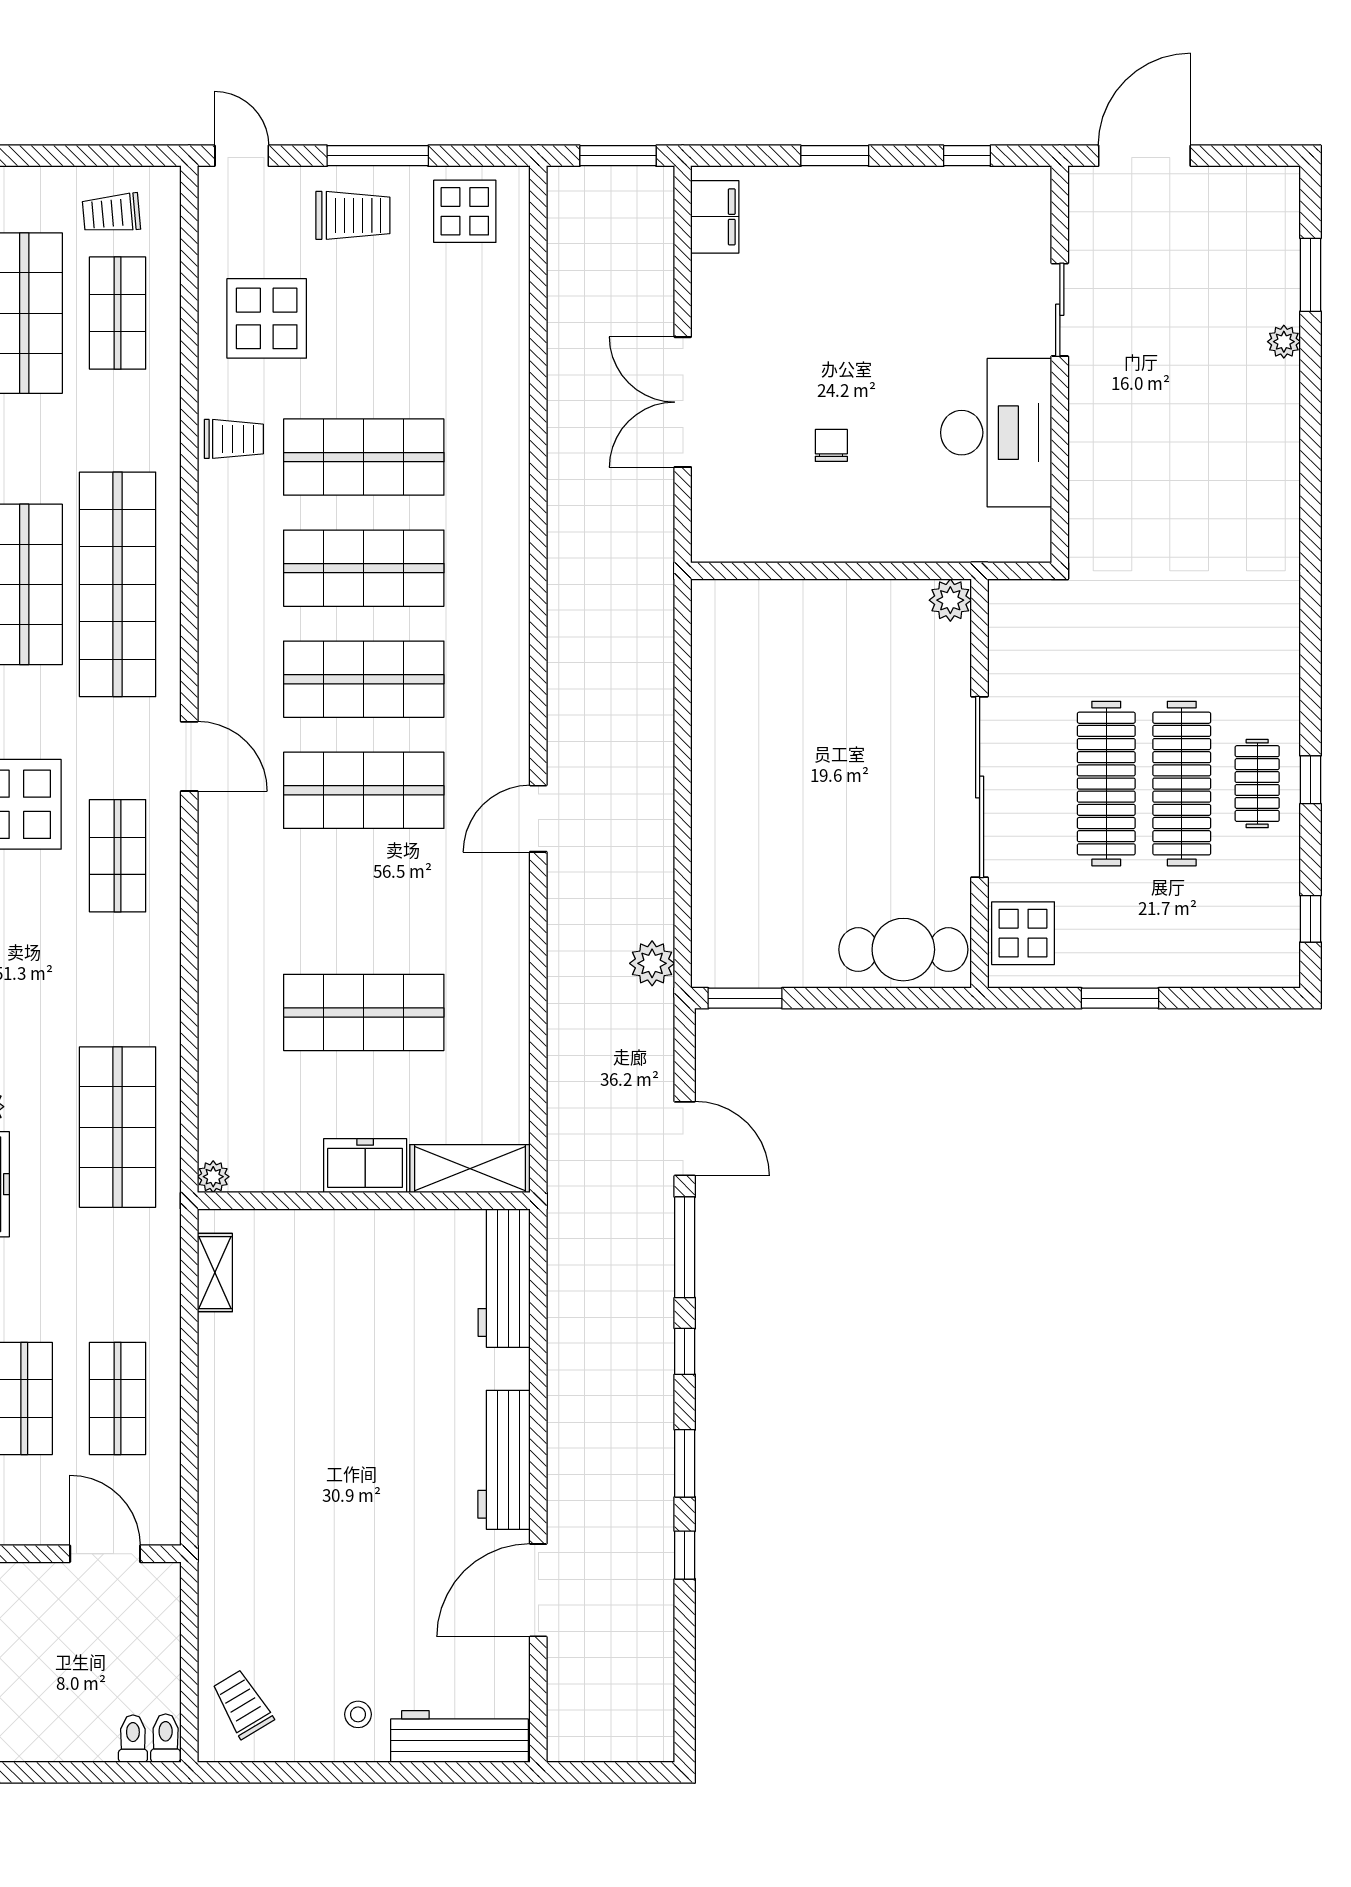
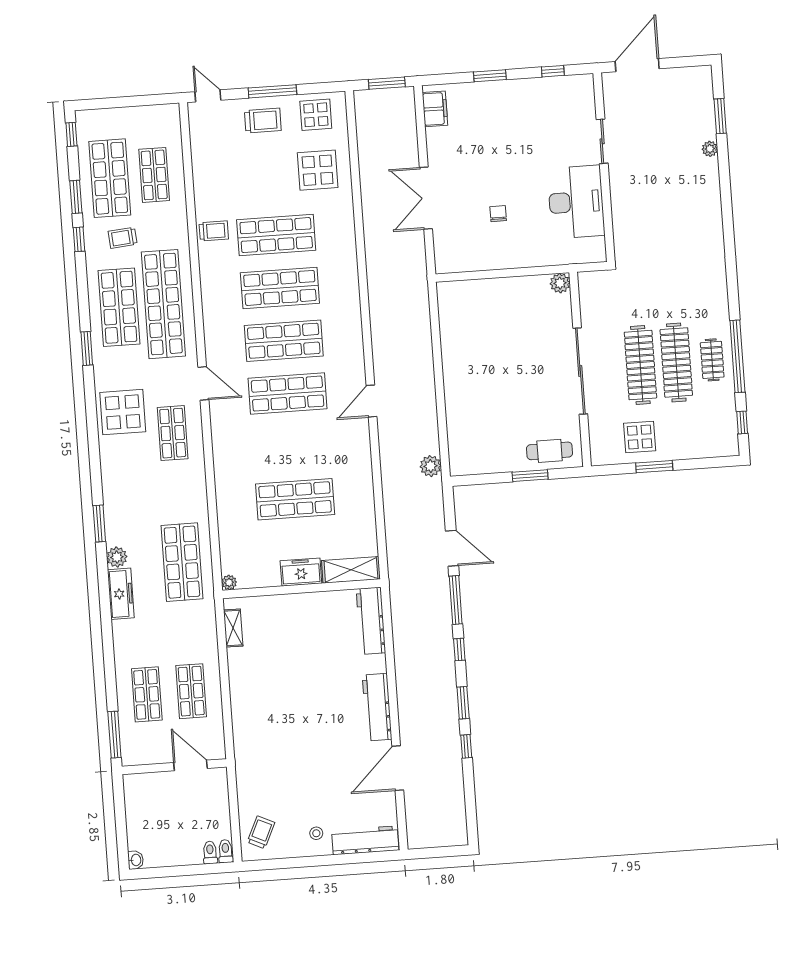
trolley: (111, 213) -> (123, 238), moved
display table: (267, 318) -> (318, 170), moved
window: (1310, 780) -> (737, 356), width x3.17
display table: (1023, 933) -> (640, 437), moved
cafe table: (903, 950) -> (550, 451), width x0.73, depth x0.74
window: (745, 998) -> (530, 476), moved
trolley: (242, 1704) -> (261, 832), turned 56

